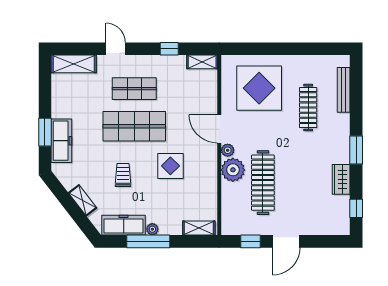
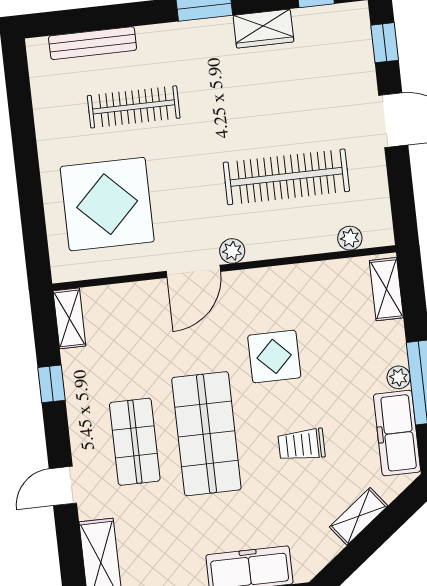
plant: (233, 170) -> (350, 238), moved, width x0.53, depth x0.53
window: (251, 241) -> (385, 43), moved

